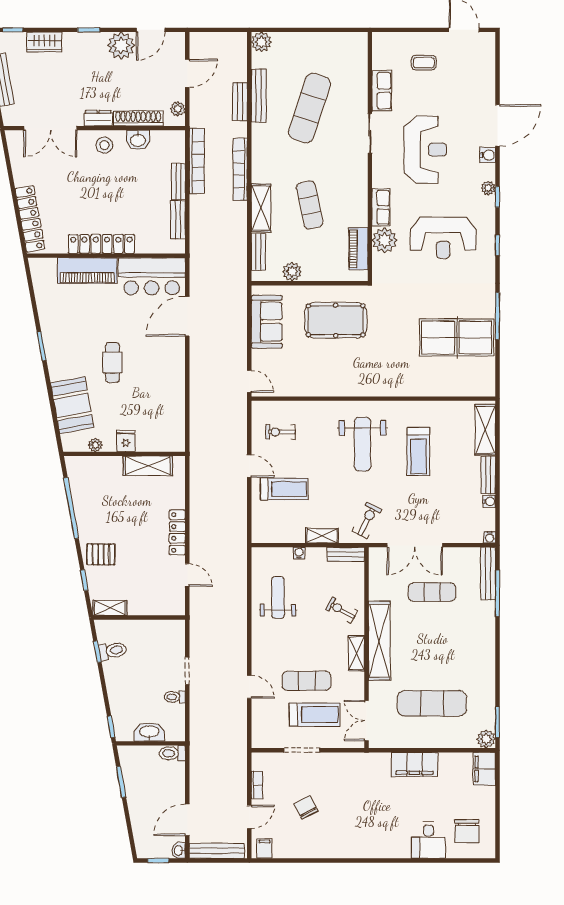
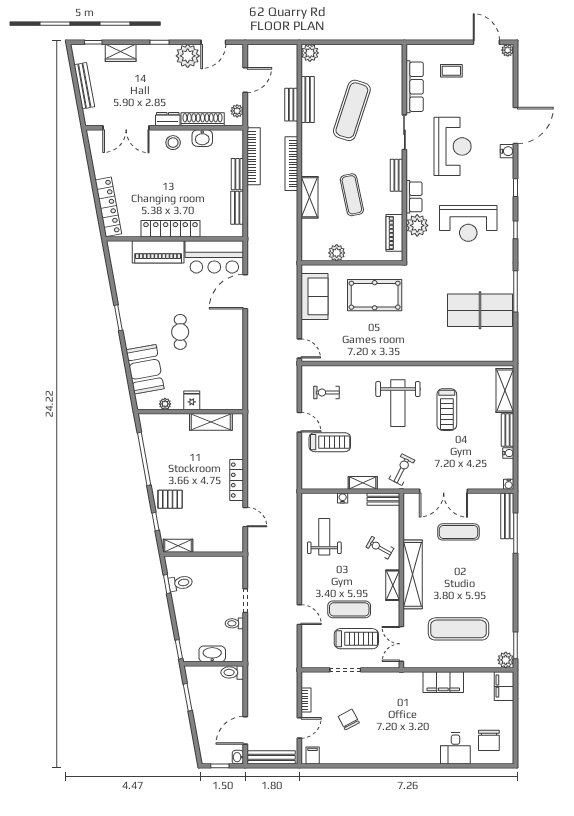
row of seats: (382, 91) -> (415, 87), width x1.48
plant: (488, 188) -> (508, 50), moved
bench: (258, 252) -> (396, 175), moved

